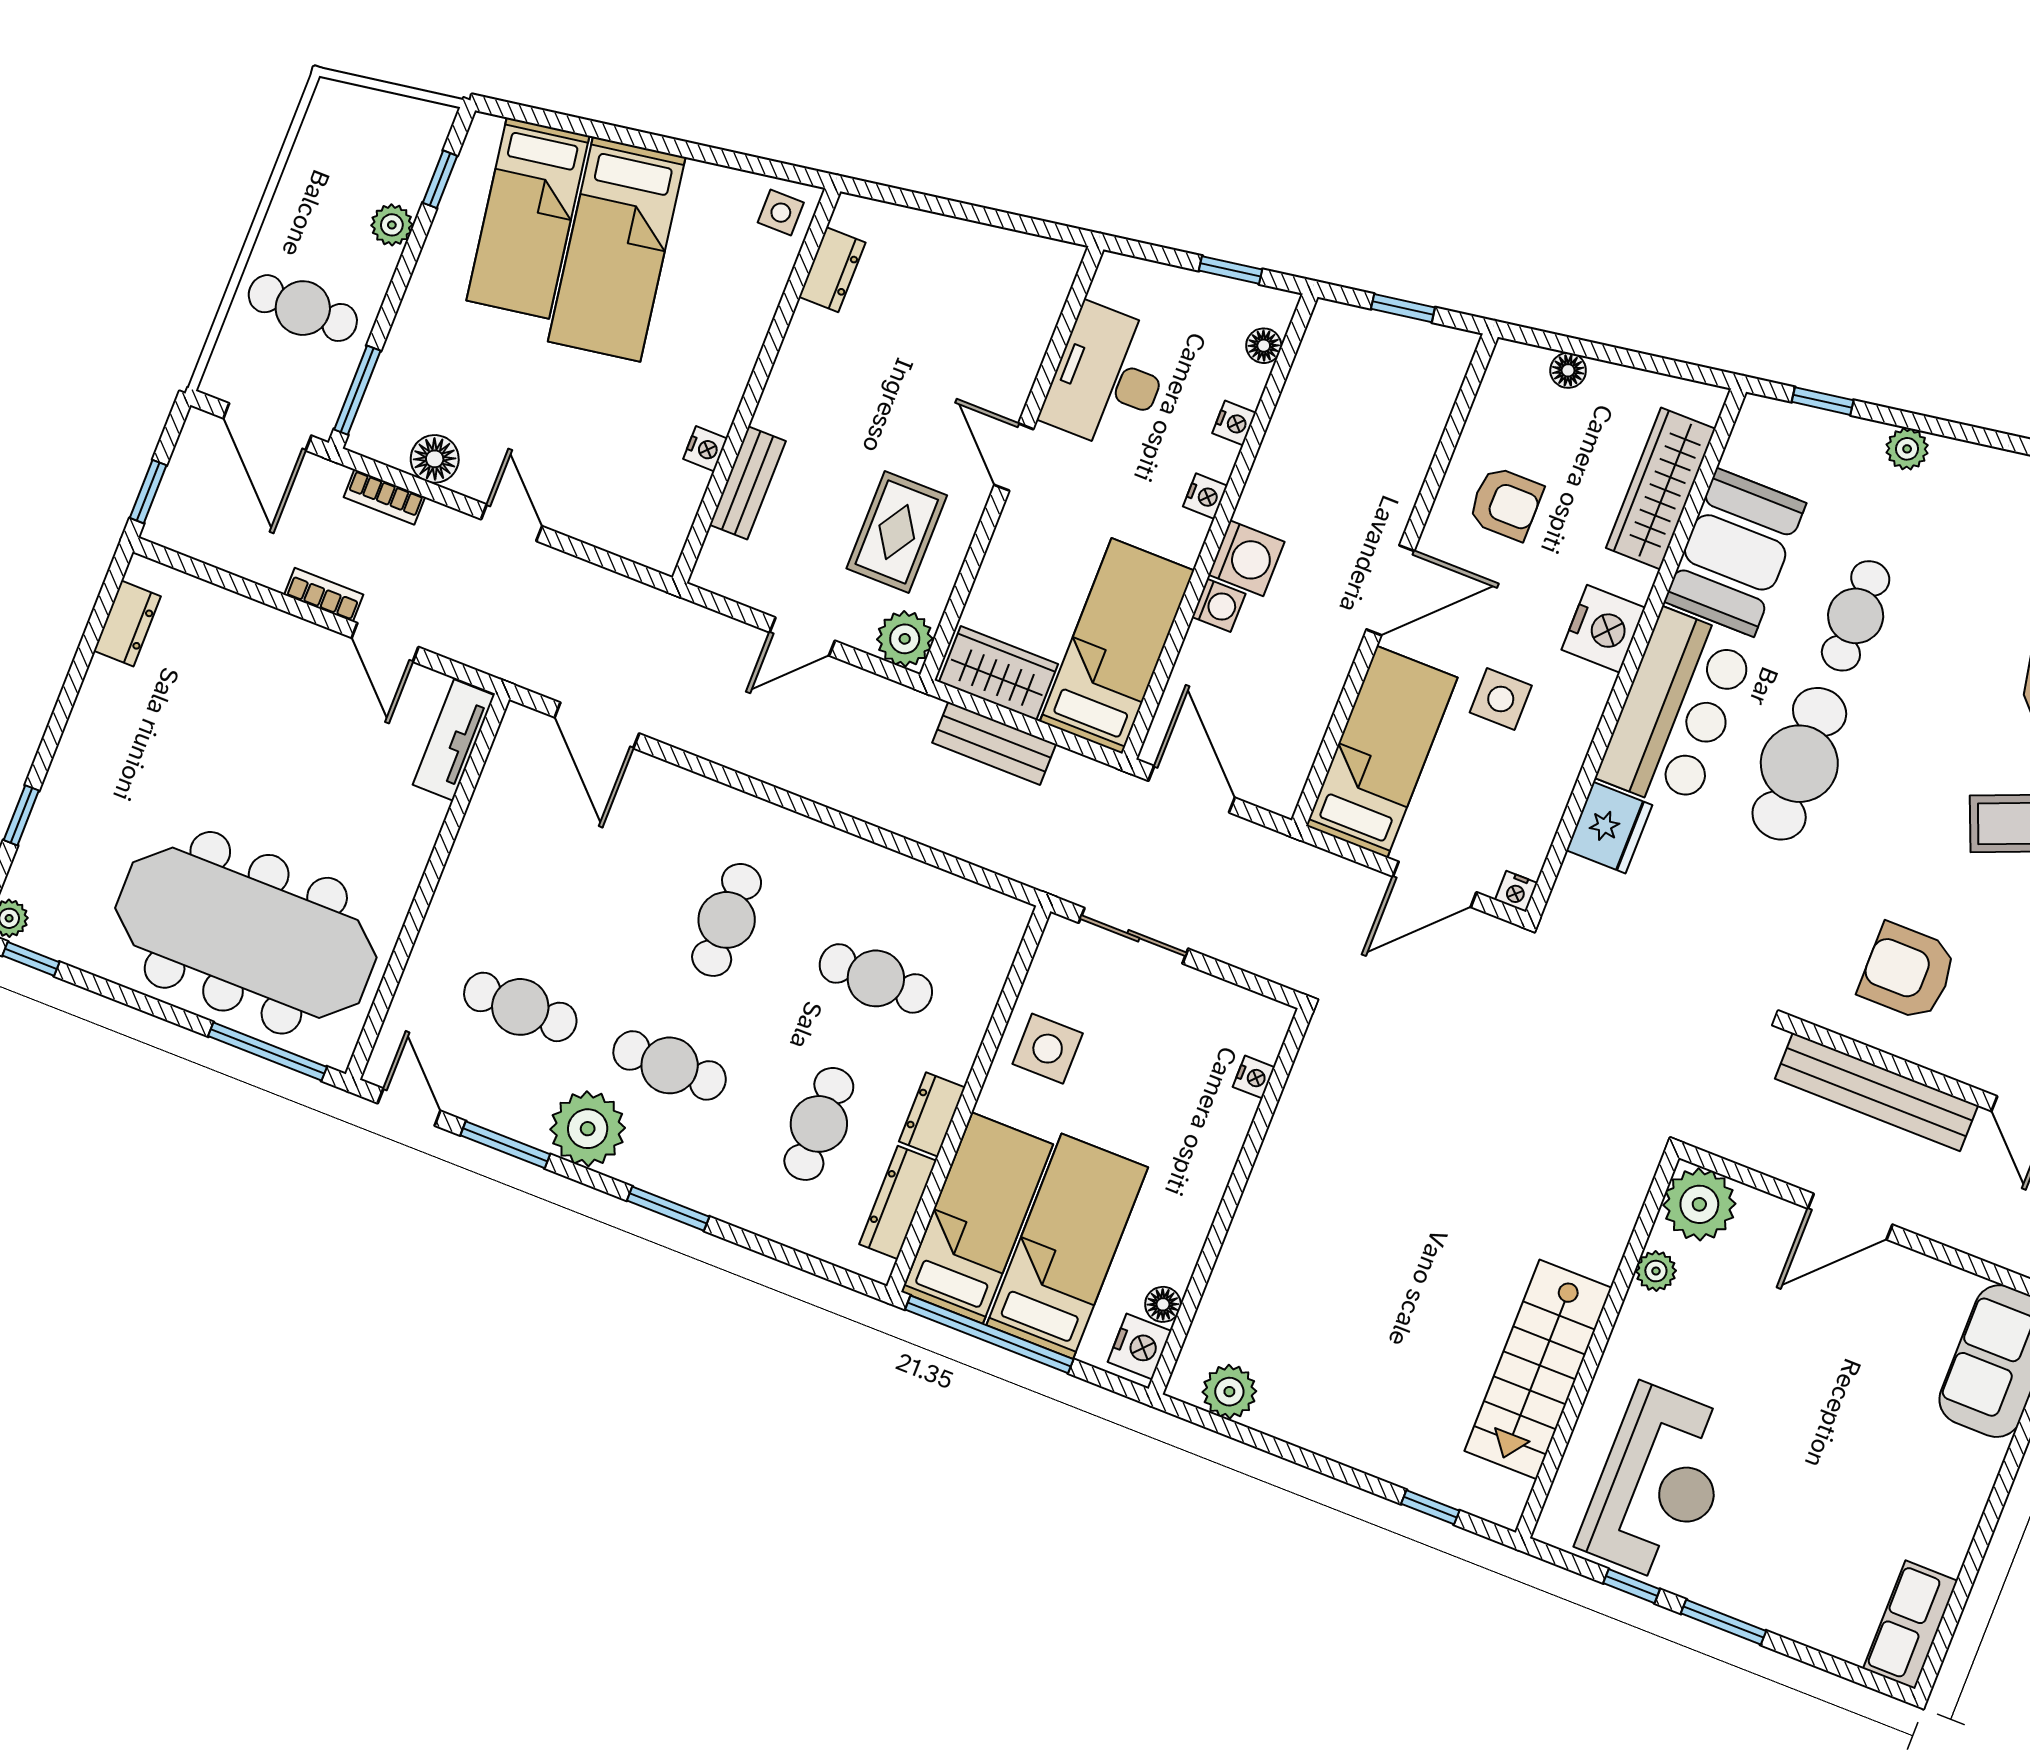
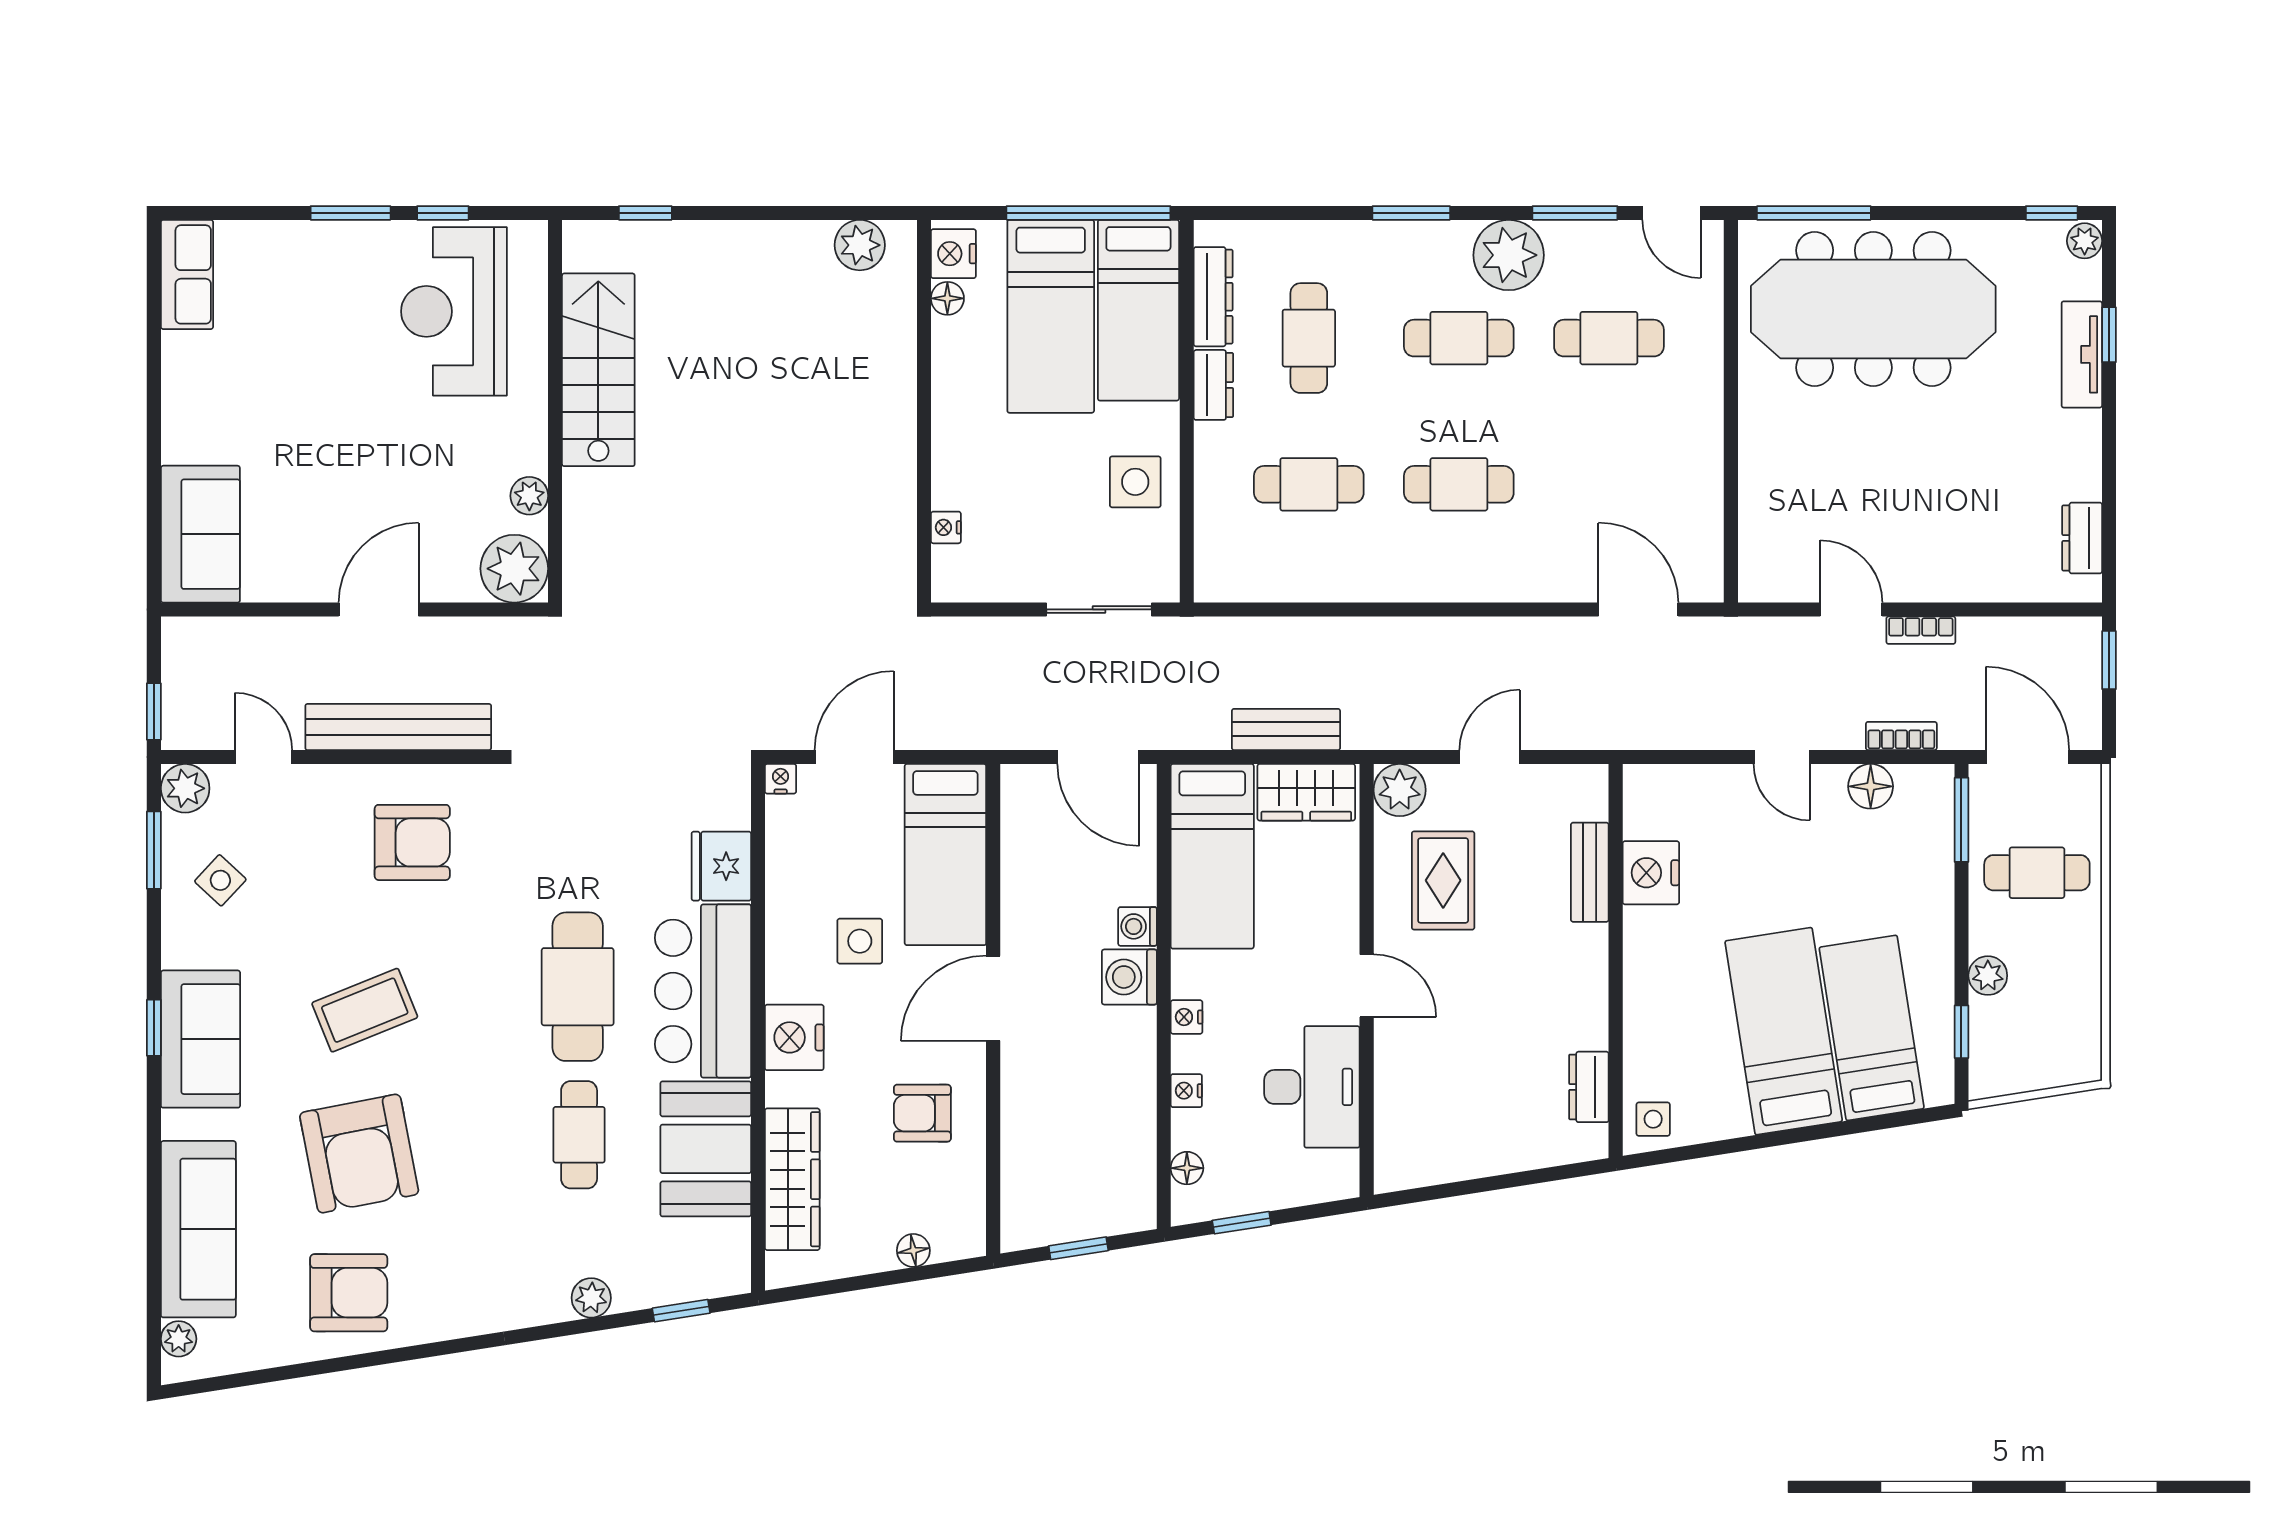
nightstand: (705, 449) -> (1651, 873), width x1.89, depth x1.79
tv unit: (454, 740) -> (2082, 354), moved, turned 180
cafe table: (727, 920) -> (1459, 484), turned 90

